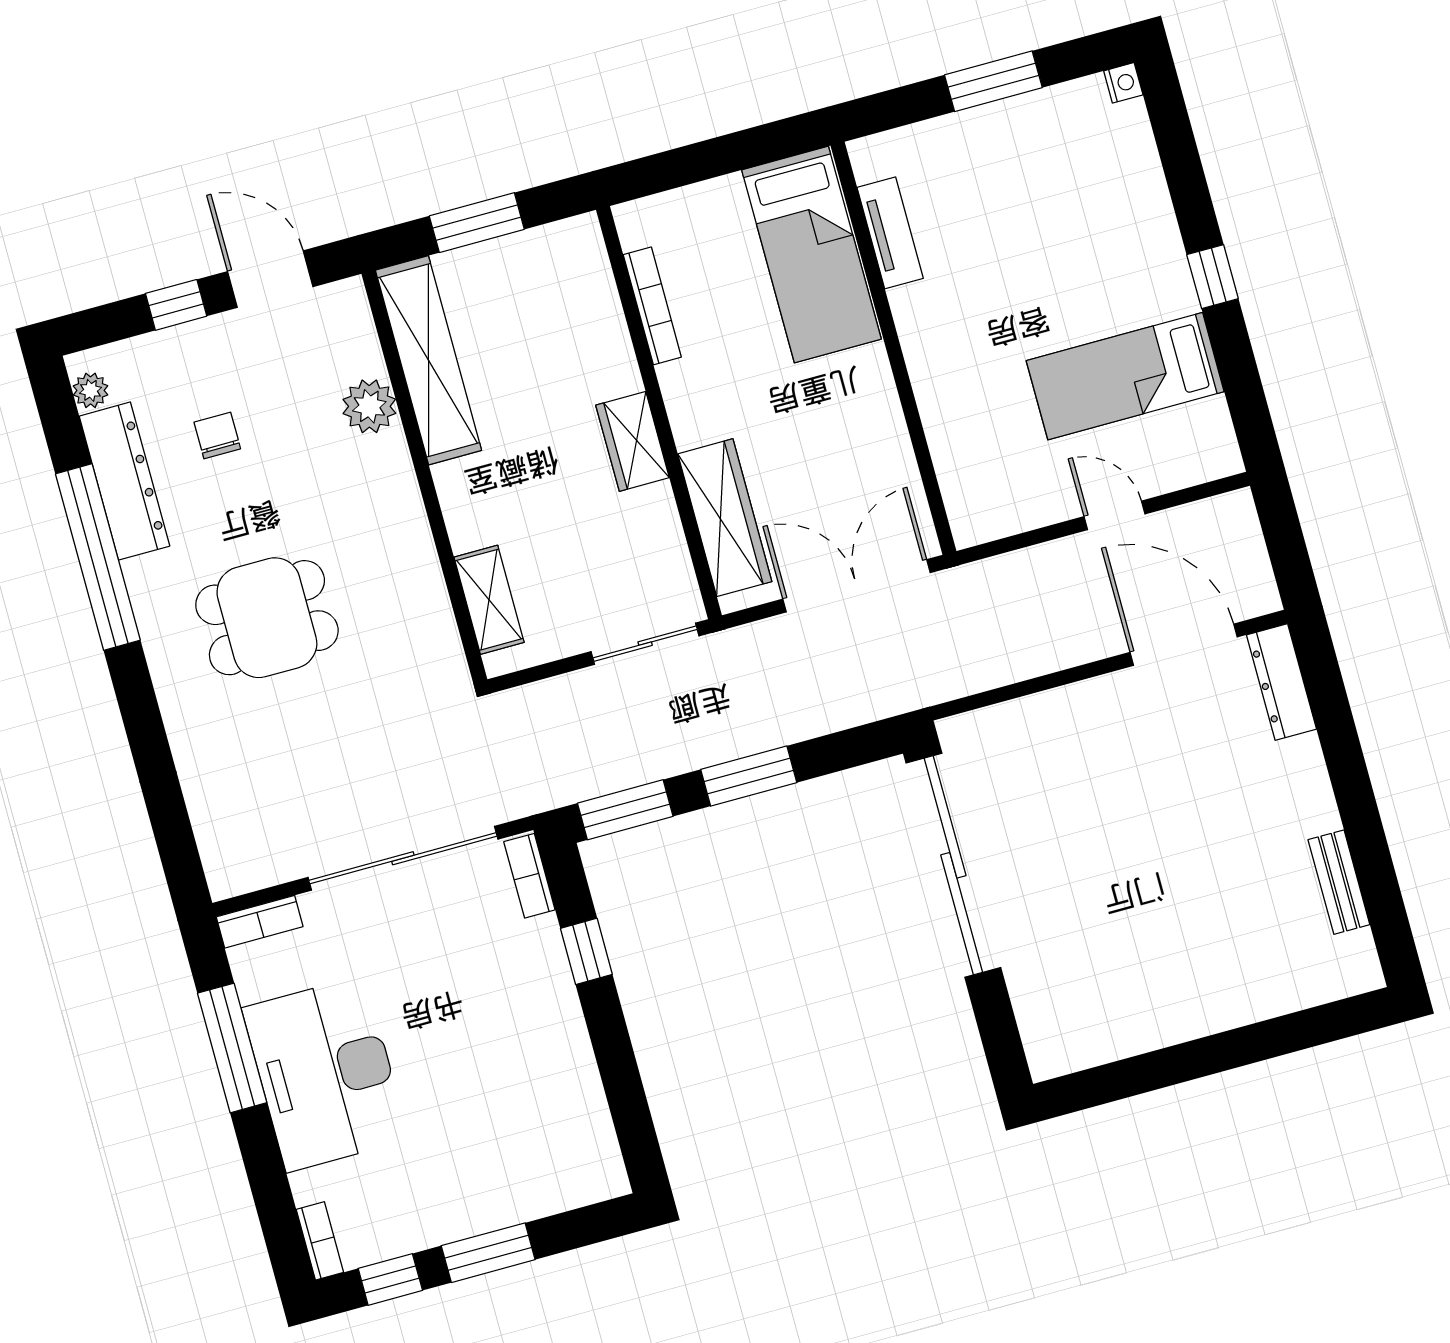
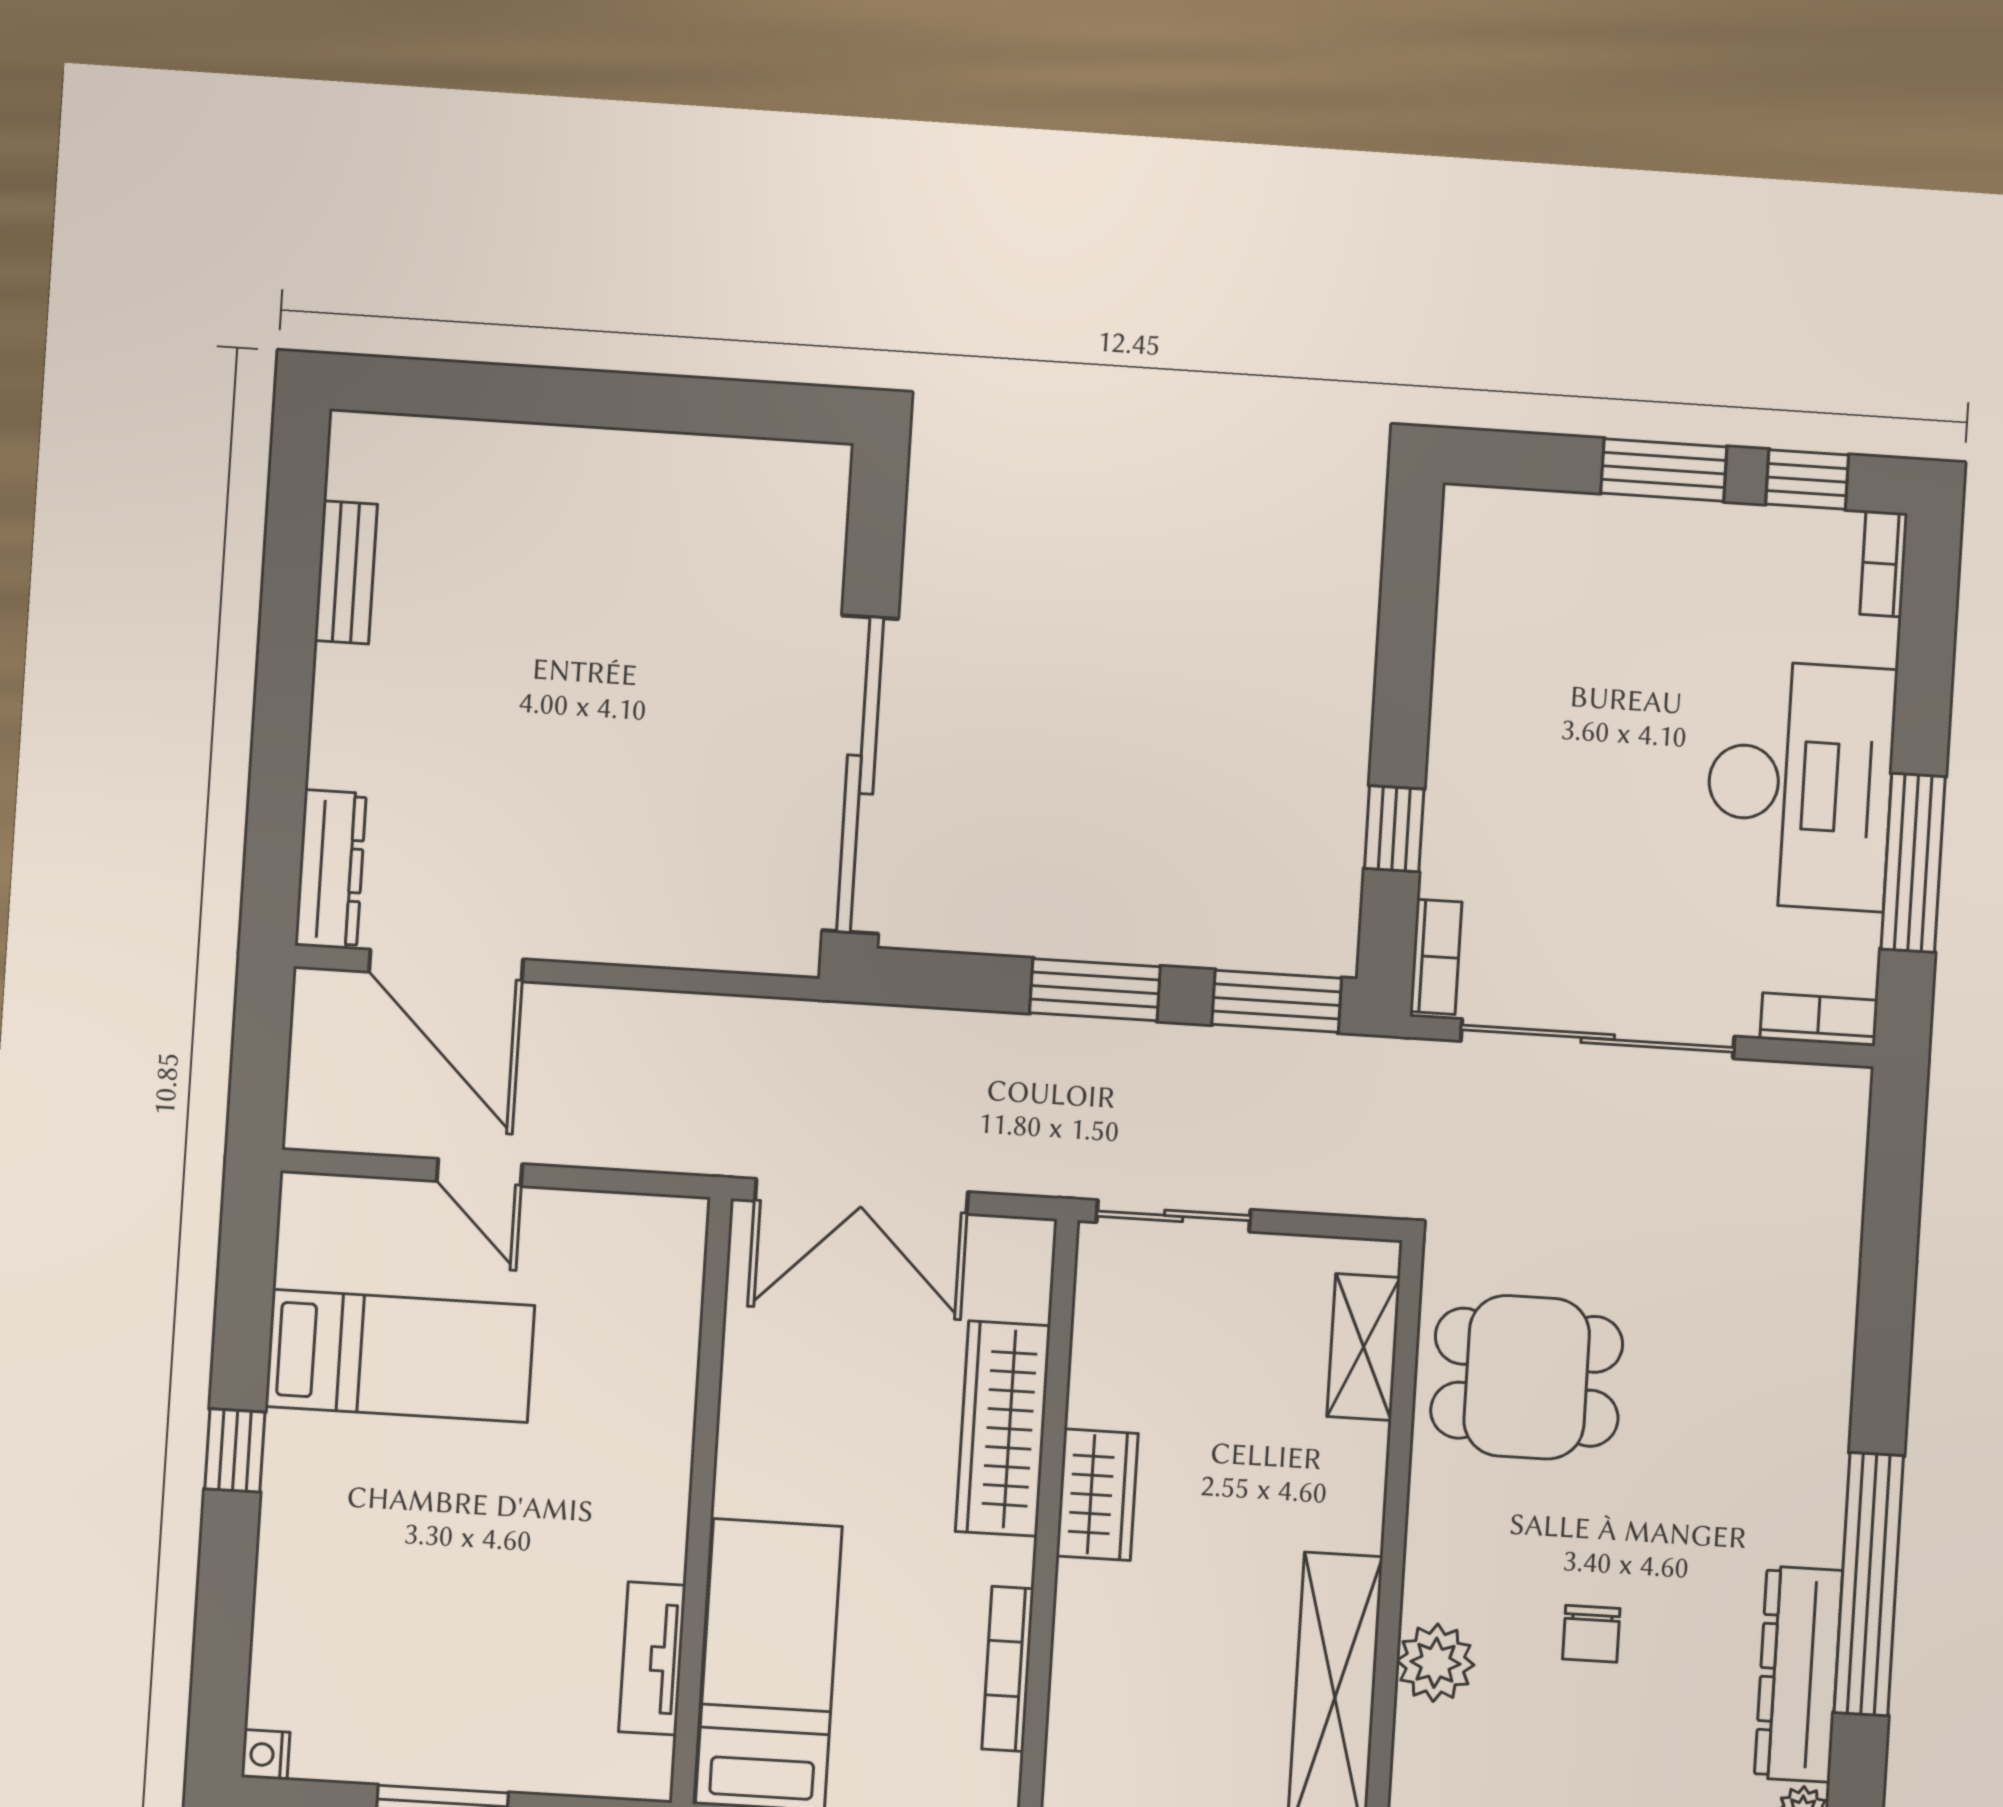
chair: (217, 435) -> (1591, 1634), moved
wardrobe: (725, 518) -> (1003, 1429), moved
dining table: (267, 618) -> (1527, 1377), moved

